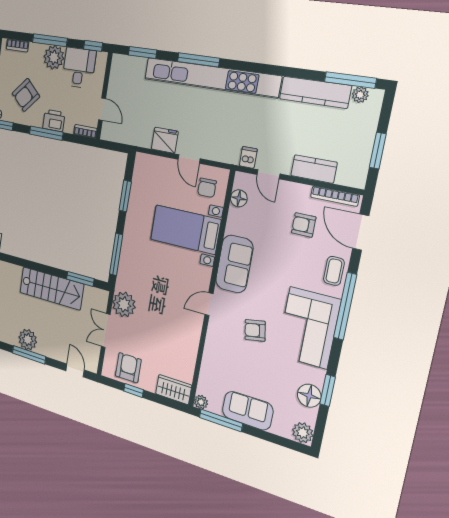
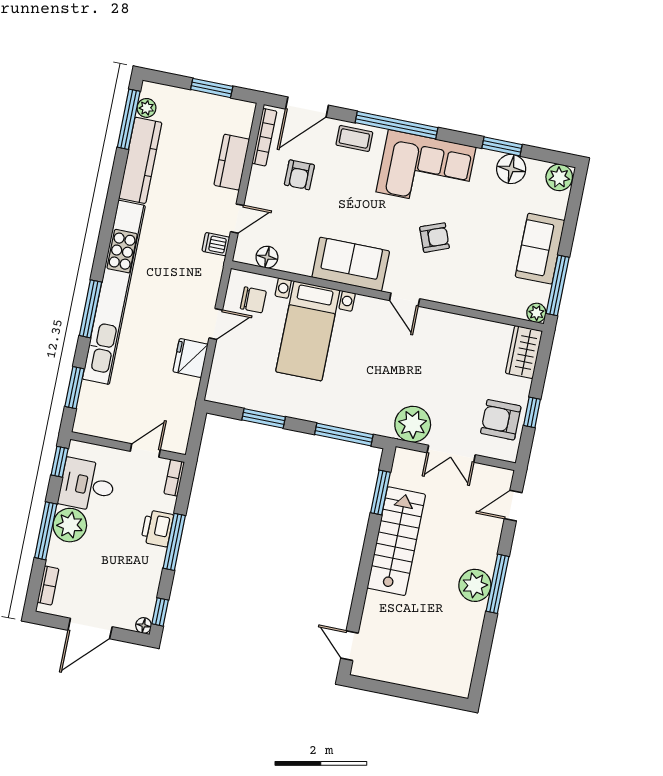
armchair: (26, 95) -> (119, 574), removed
armchair: (255, 330) -> (435, 238), turned -101

